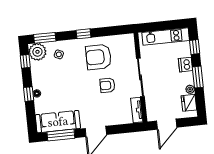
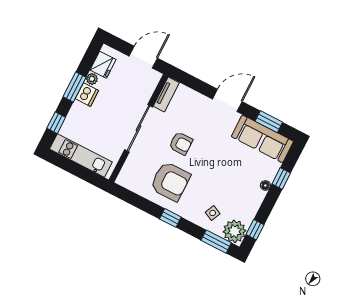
dishwasher: (185, 65) -> (87, 95), moved
window: (29, 94) -> (281, 179), moved
window: (61, 135) -> (269, 122), width x0.69

